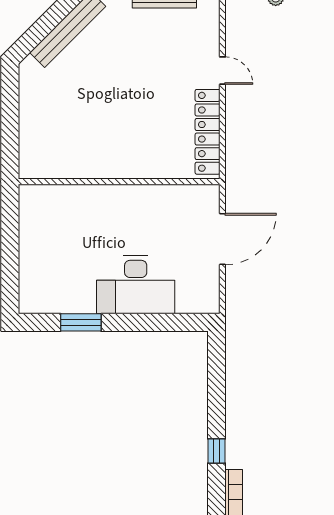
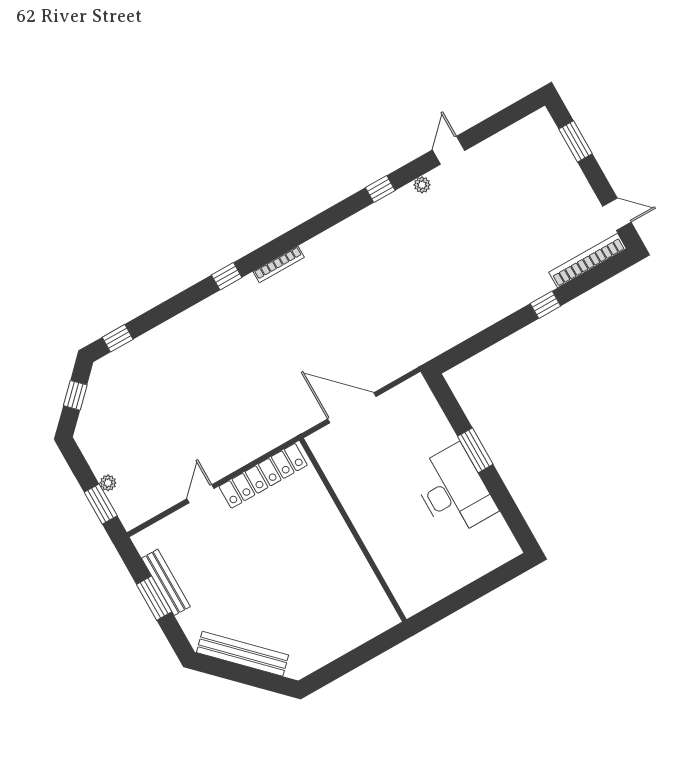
desk: (136, 285) -> (454, 491), moved
window: (81, 322) -> (475, 450), moved

